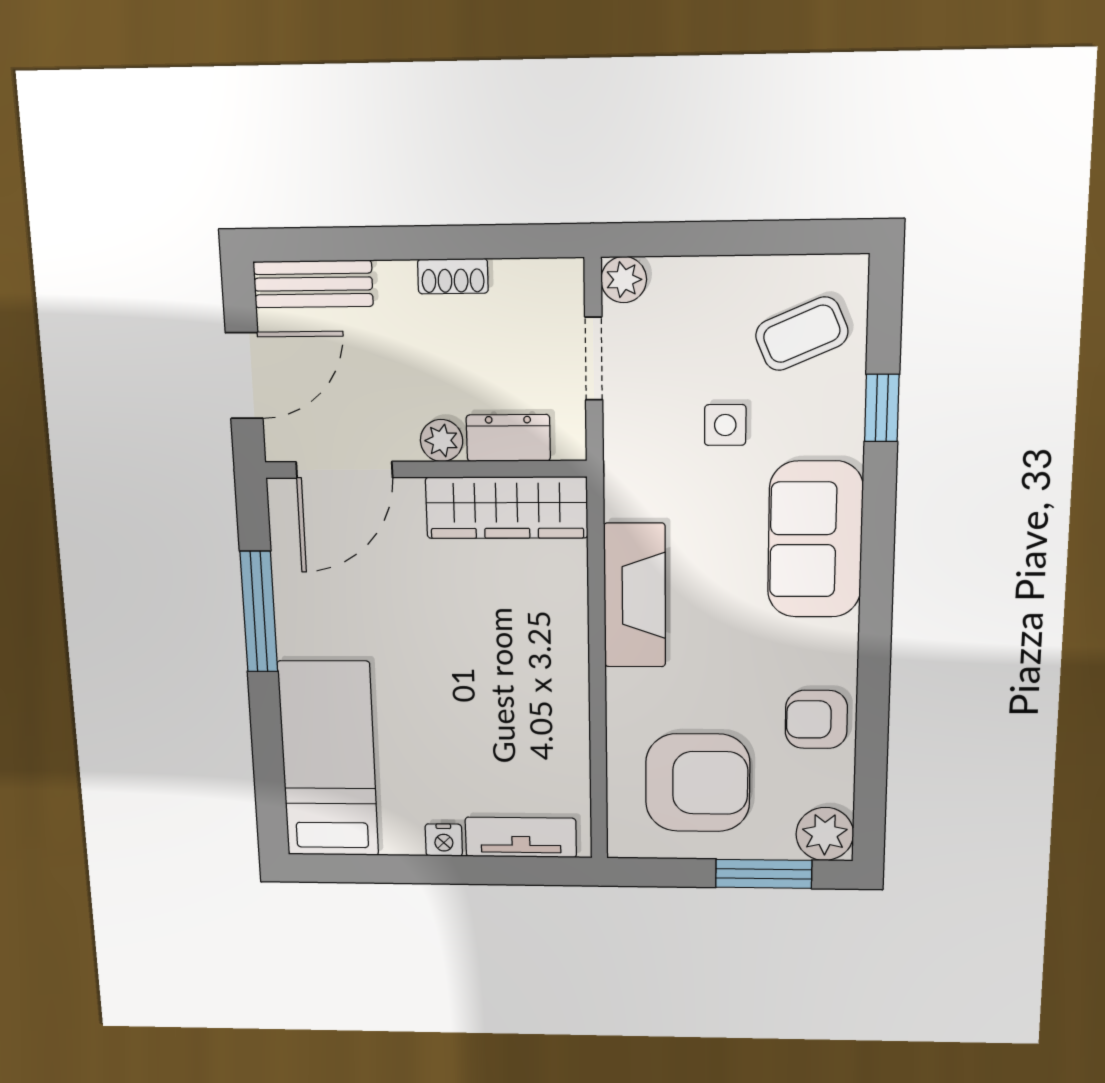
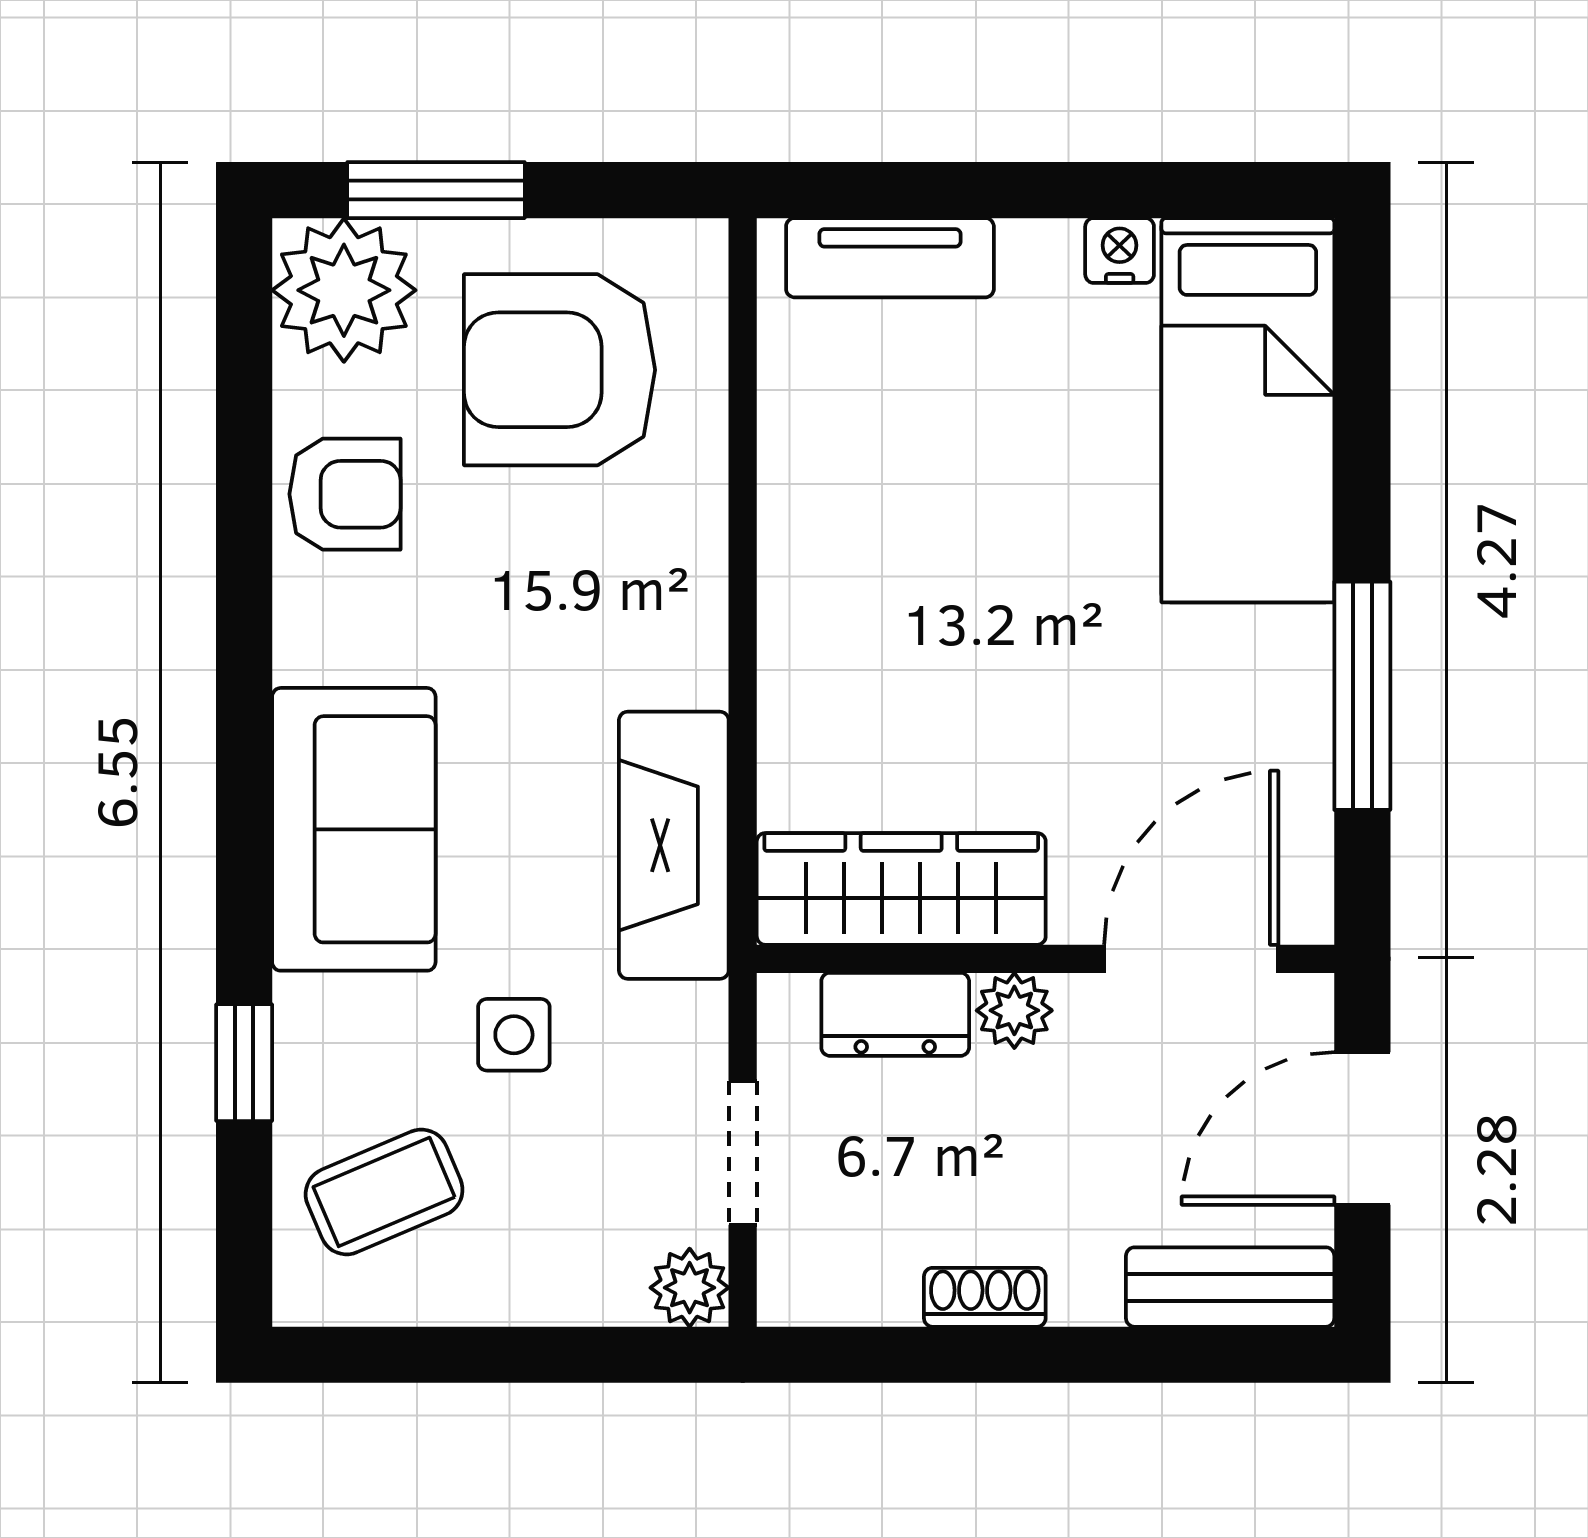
fireplace: (635, 595) -> (674, 845), moved
plant: (825, 834) -> (344, 290), width x1.36, depth x1.36
nightstand: (444, 840) -> (1120, 251), moved

